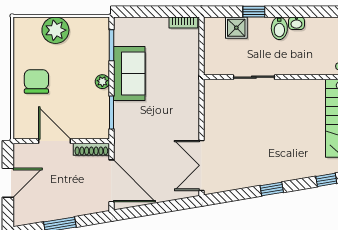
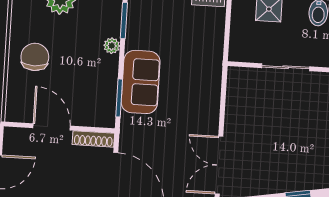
sofa: (129, 73) -> (141, 82), moved
plant: (102, 82) -> (112, 46), moved

